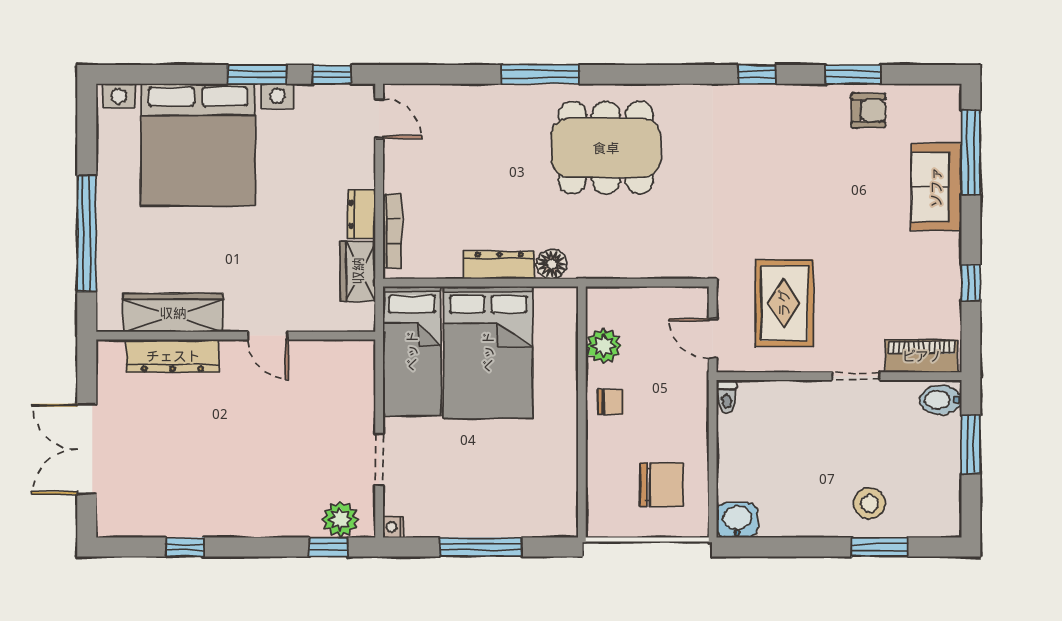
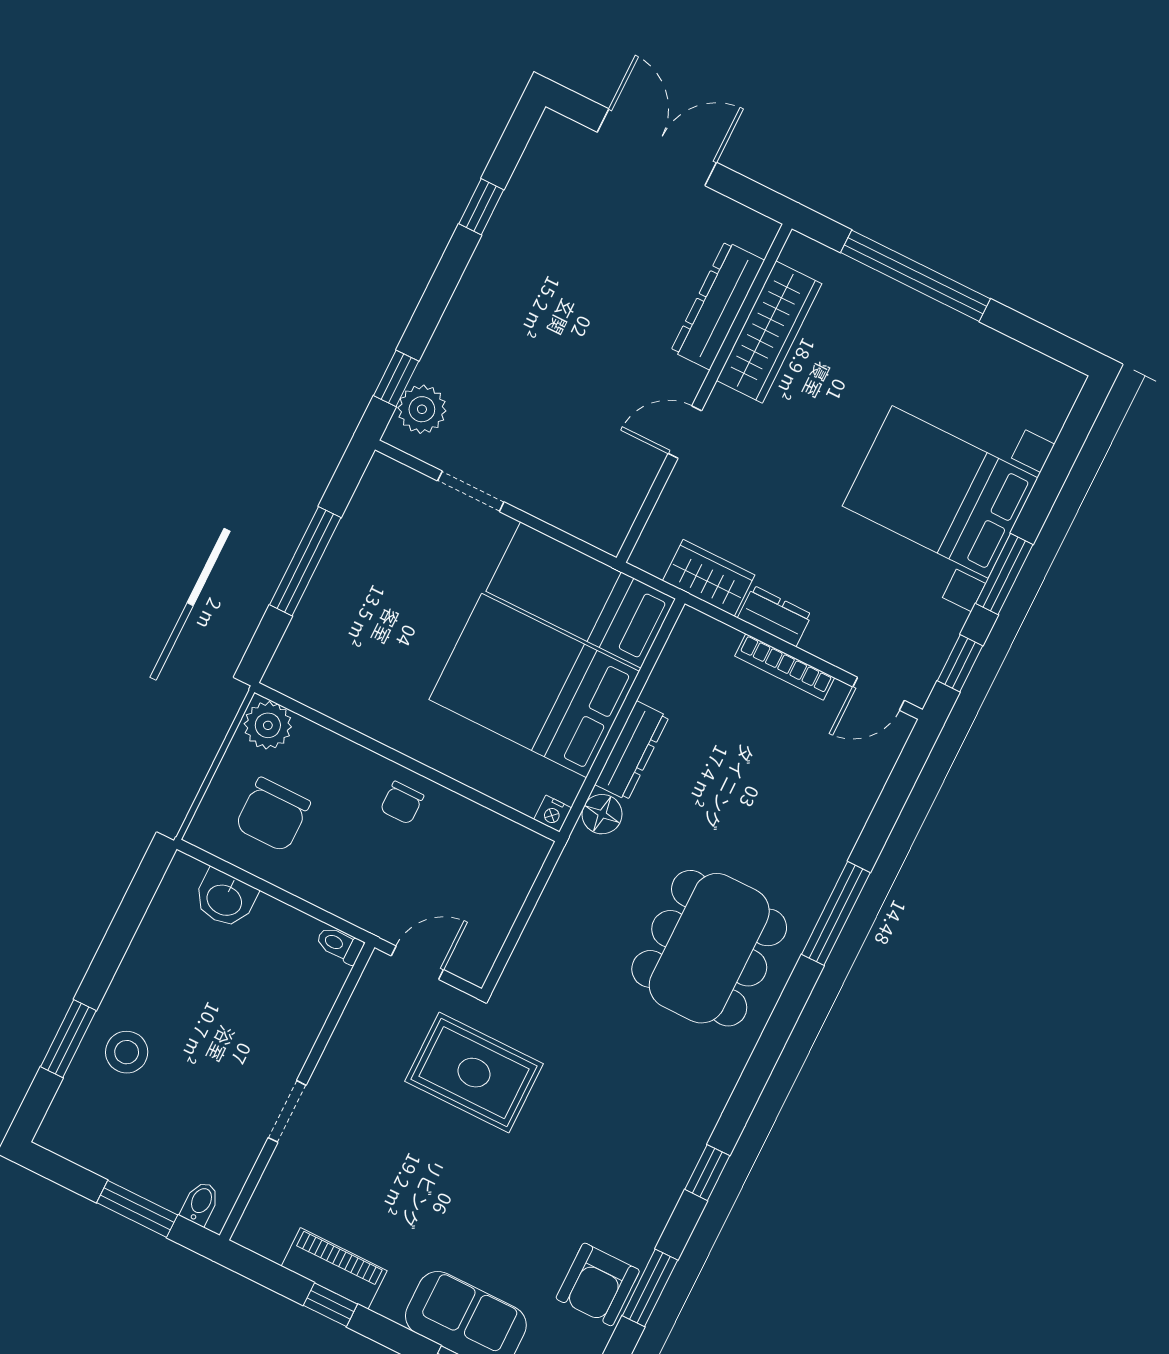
armchair: (868, 110) -> (598, 1284), width x1.38, depth x1.38
bed with nightstands: (198, 145) -> (940, 492), width x0.73
bookcase: (392, 231) -> (785, 667), moved
rug: (784, 303) -> (474, 1073), moved
plant: (603, 346) -> (268, 725), moved
piano: (922, 356) -> (334, 1268), moved, turned -90
bidet: (941, 400) -> (200, 1203), width x0.72, depth x0.74
washbasin: (737, 520) -> (225, 899), moved, turned 90
nightstand: (393, 527) -> (553, 814), moved, turned 180

